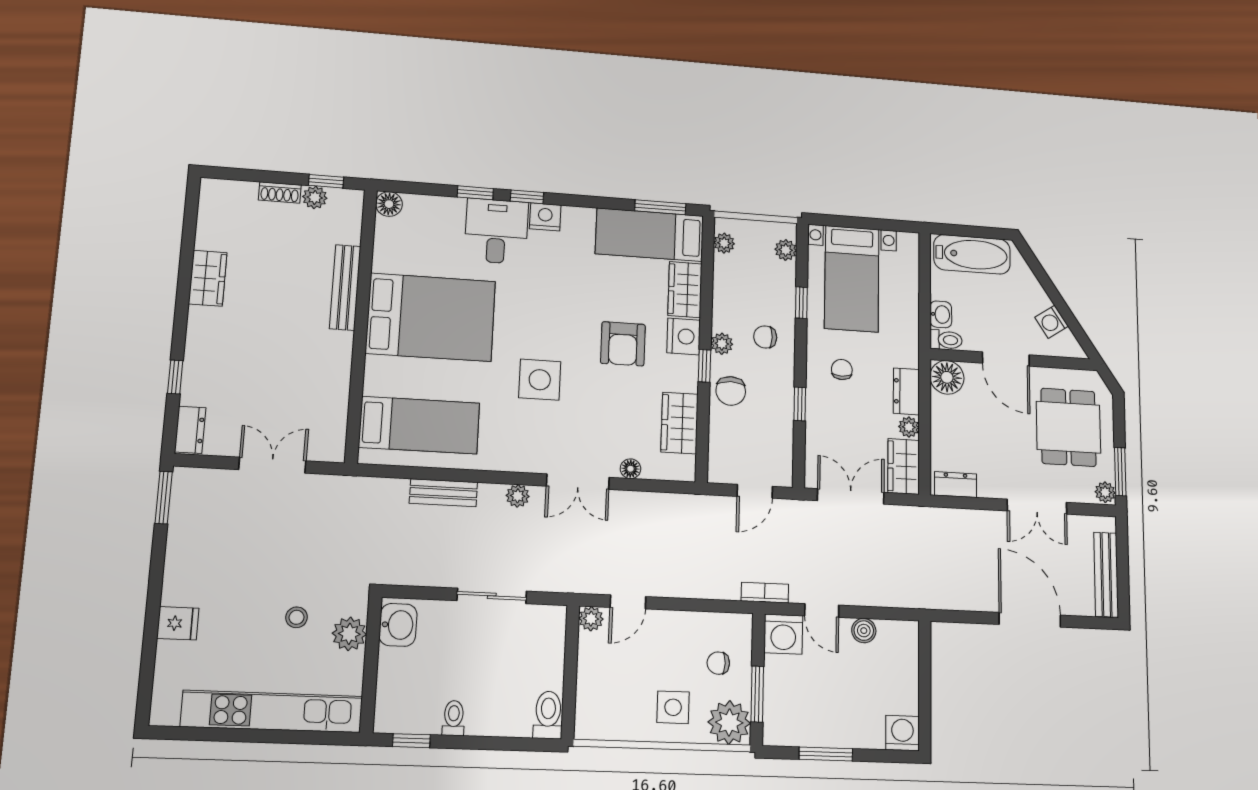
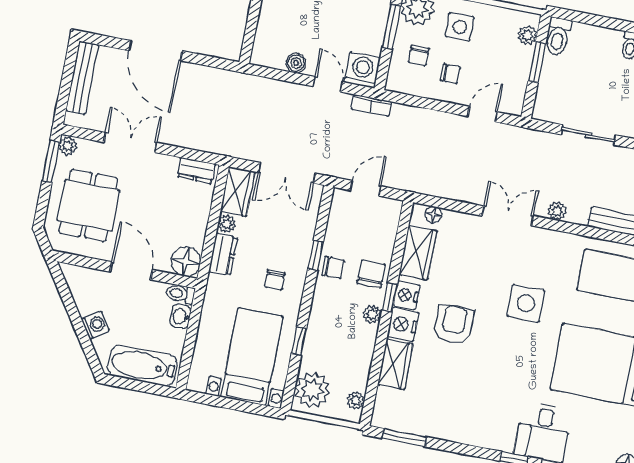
nightstand: (545, 217) -> (406, 295), moved, turned 90
bed: (650, 235) -> (417, 415), removed
plant: (786, 250) -> (312, 390), width x1.88, depth x1.88
washing machine: (1052, 322) -> (95, 325), moved
chair: (765, 337) -> (333, 268), moved
floor lamp: (630, 469) -> (433, 215), moved
plant: (591, 619) -> (527, 35), moved
chair: (675, 646) -> (450, 74), added
chair: (718, 663) -> (418, 55), turned 90
window: (570, 678) -> (537, 62), added

